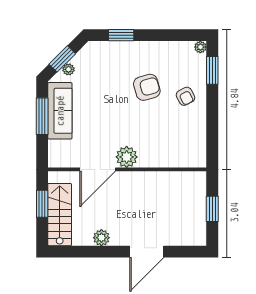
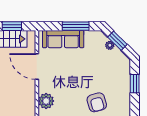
sofa: (60, 111) -> (63, 39), moved
plant: (127, 157) -> (46, 101), moved

